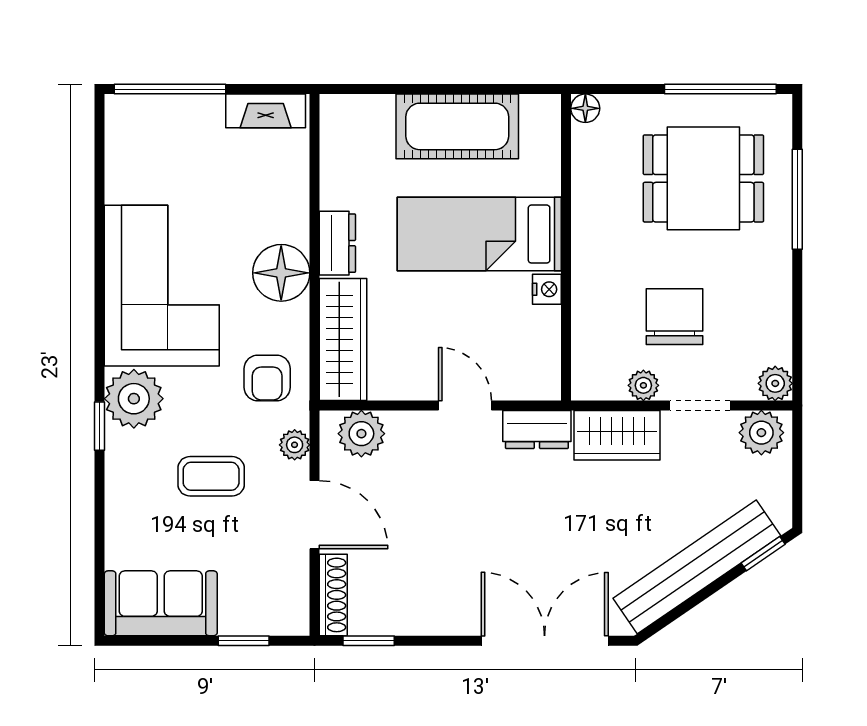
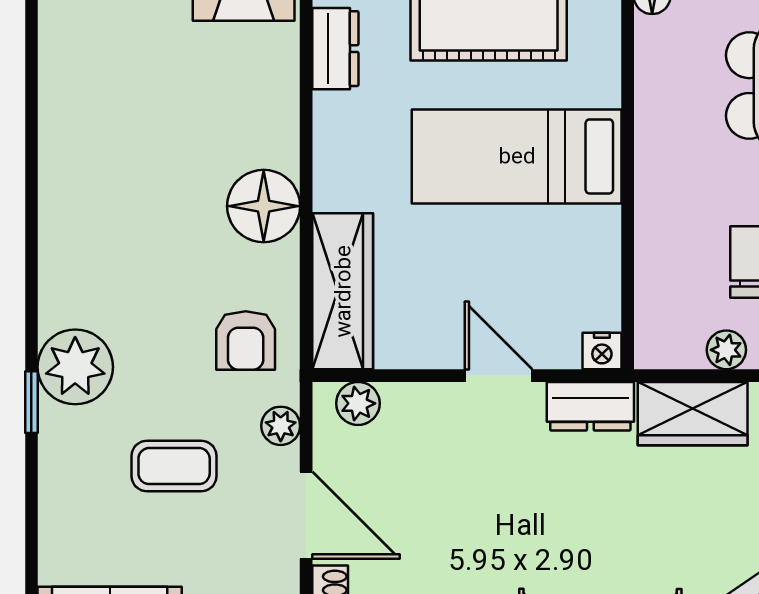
dresser: (337, 243) -> (335, 49), moved
corner sofa: (162, 286) -> (111, 222), removed
nightstand: (547, 289) -> (602, 351), moved, turned 90
plant: (361, 434) -> (358, 403), width x0.73, depth x0.73

